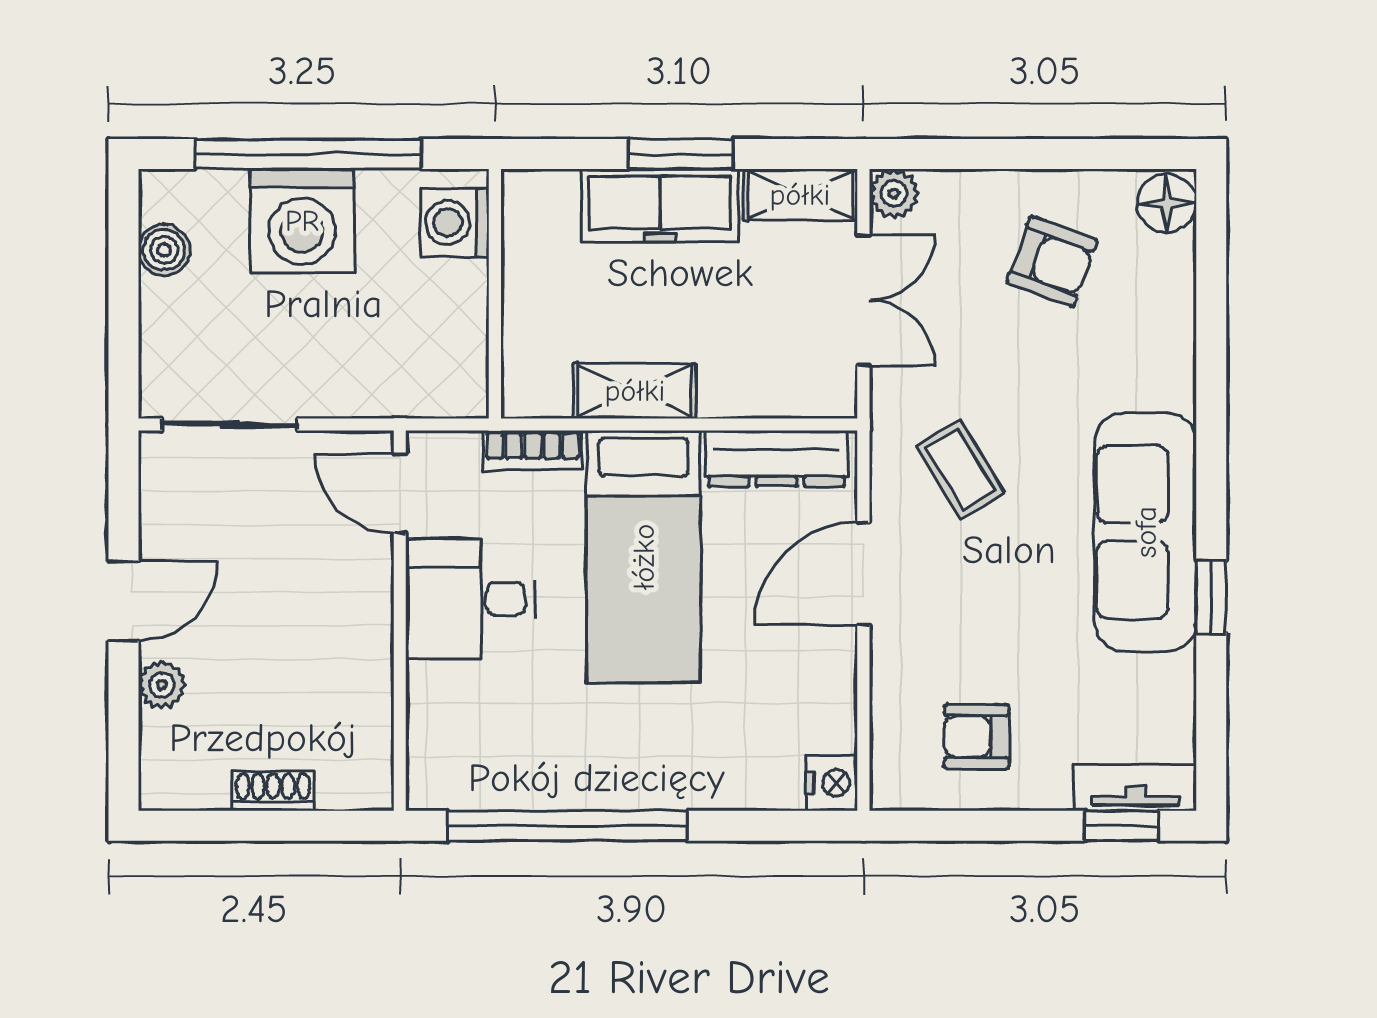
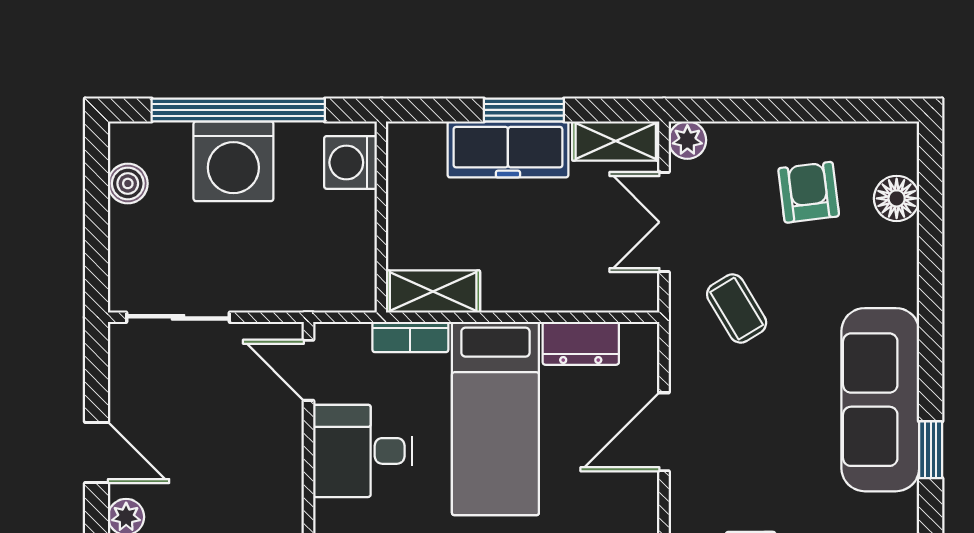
floor lamp: (1167, 203) -> (897, 198), moved
armchair: (1052, 261) -> (809, 192), turned -117
double door: (863, 300) -> (664, 222), swing flipped
shelving: (635, 391) -> (433, 292), moved
dresser: (777, 458) -> (581, 343), width x0.70
coffee table: (960, 469) -> (737, 309), moved
door: (123, 601) -> (97, 452), hinge flipped

